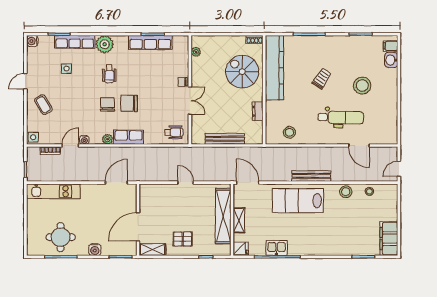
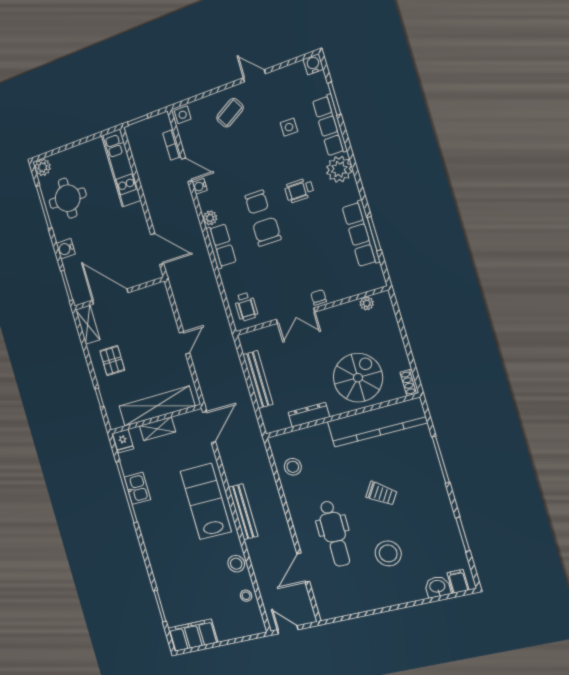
chair: (108, 104) -> (257, 202), turned 90
dresser: (258, 111) -> (309, 415), width x1.44
plant: (33, 249) -> (43, 167), added

